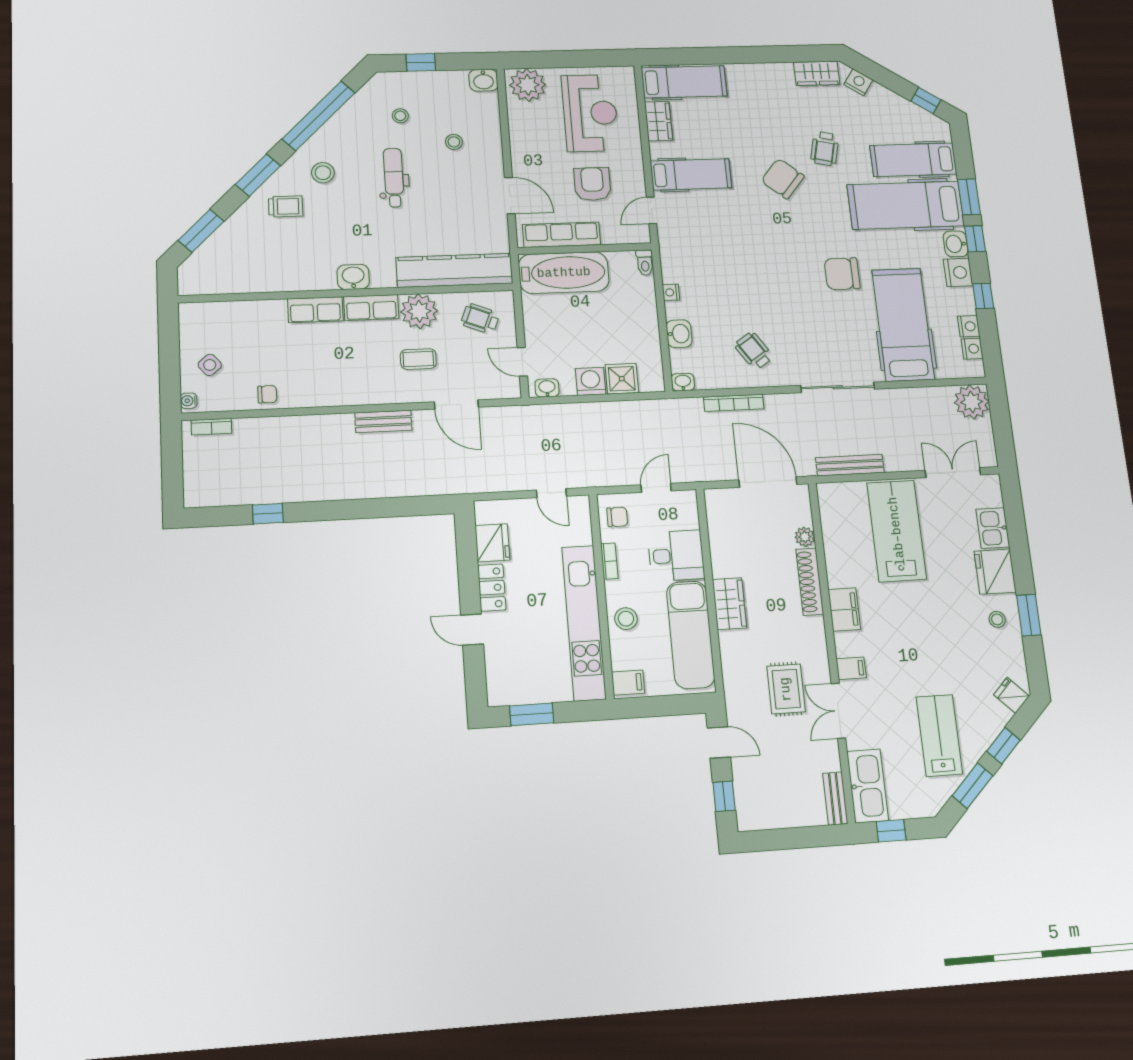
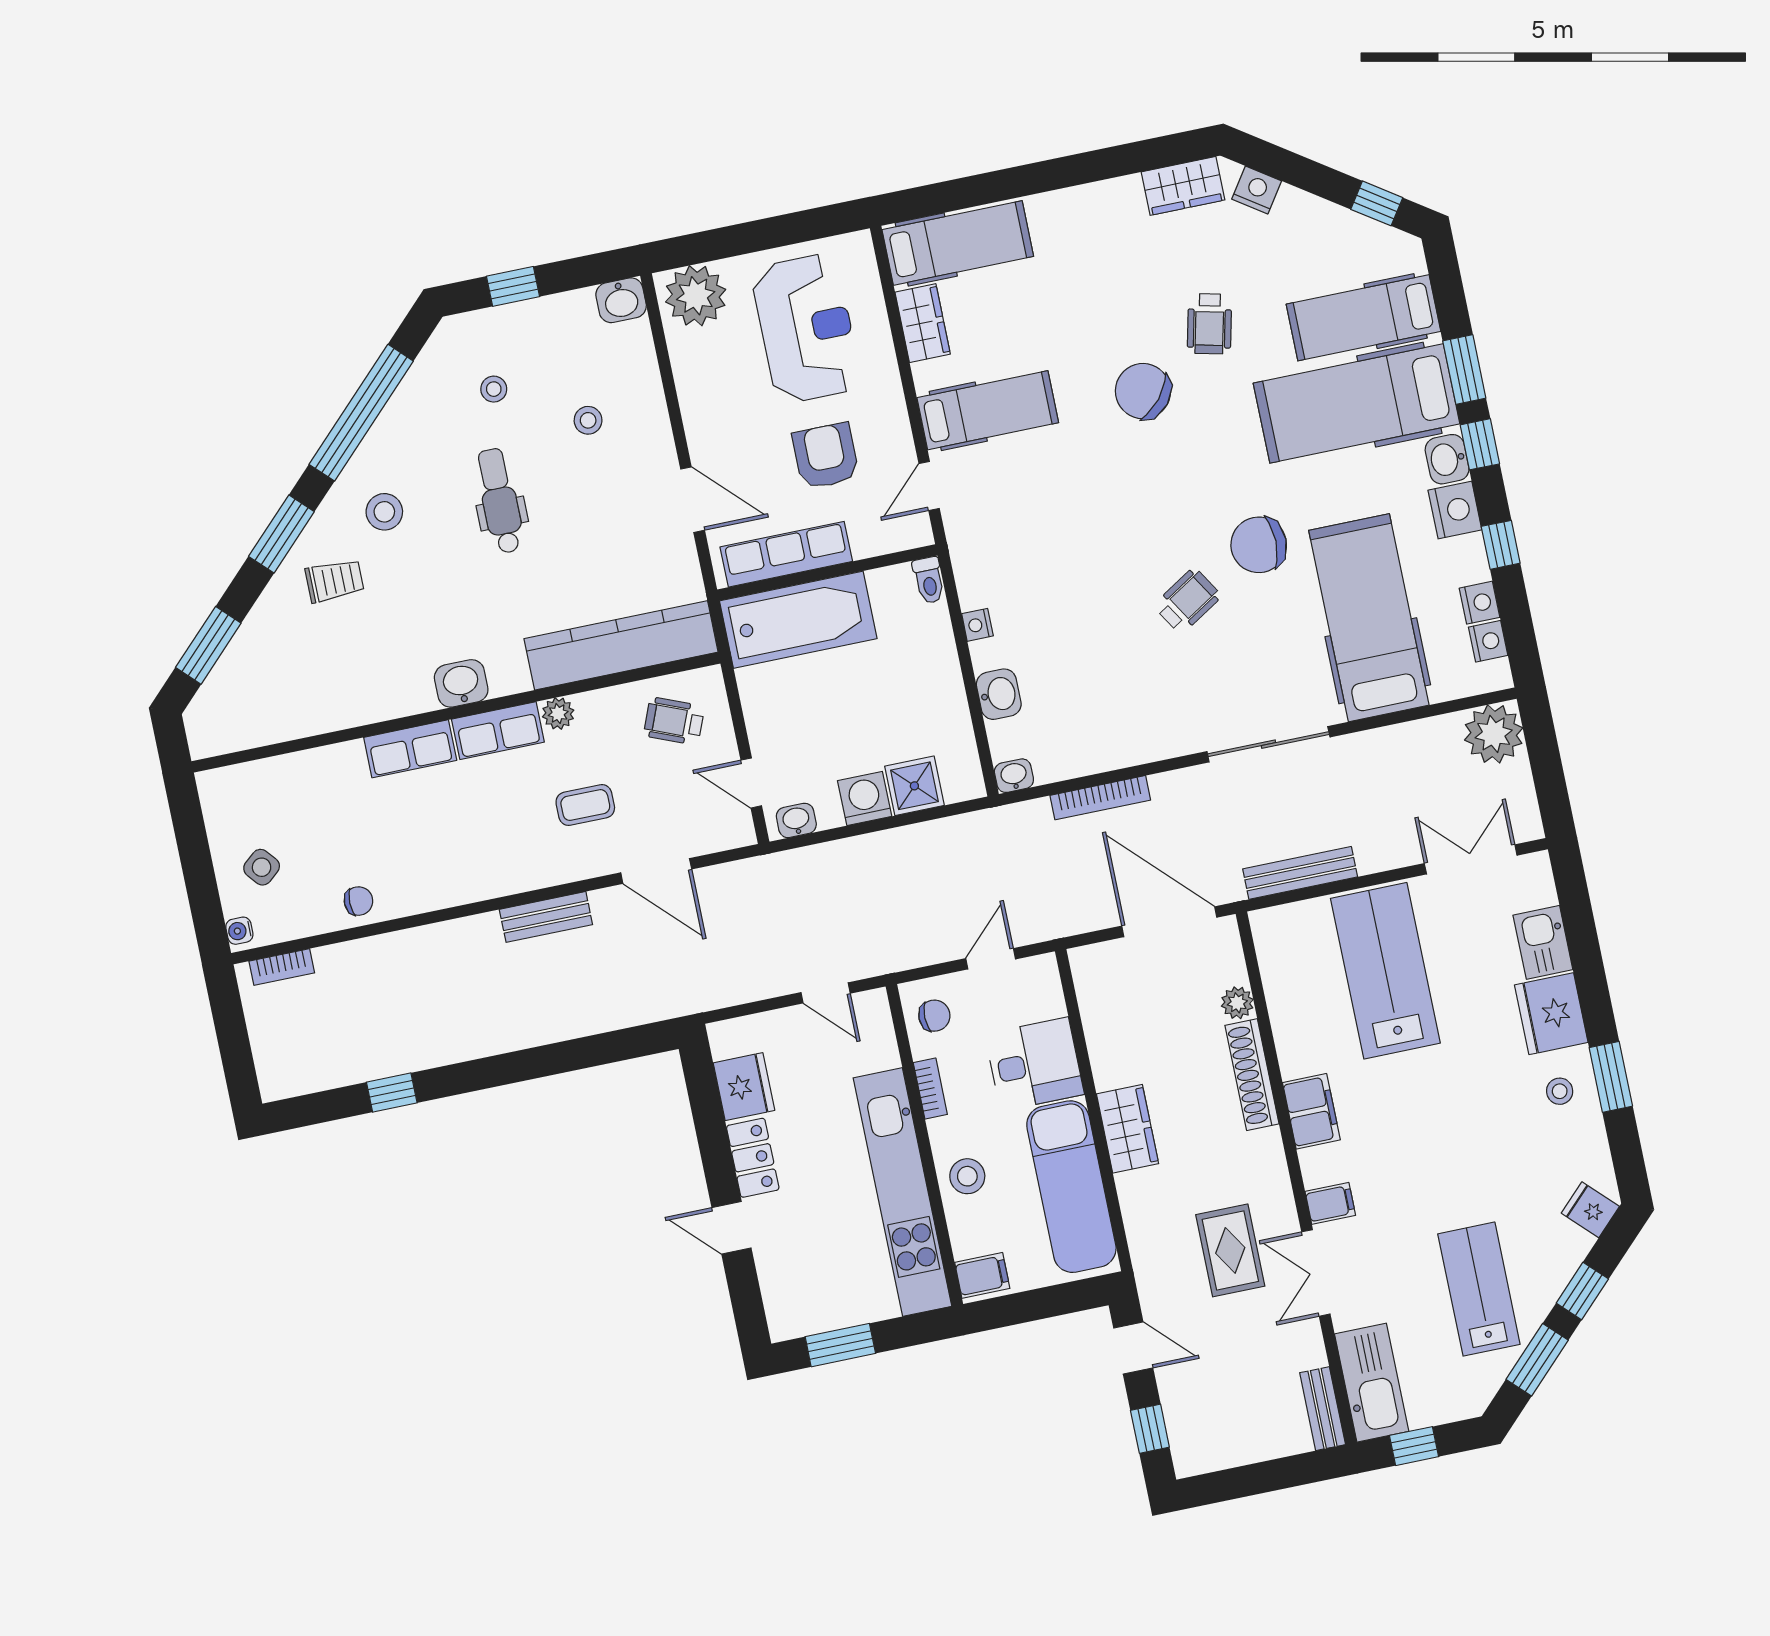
plant: (419, 311) -> (558, 713), width x0.53, depth x0.53
wheelchair: (754, 351) -> (1188, 601), moved, turned 92

